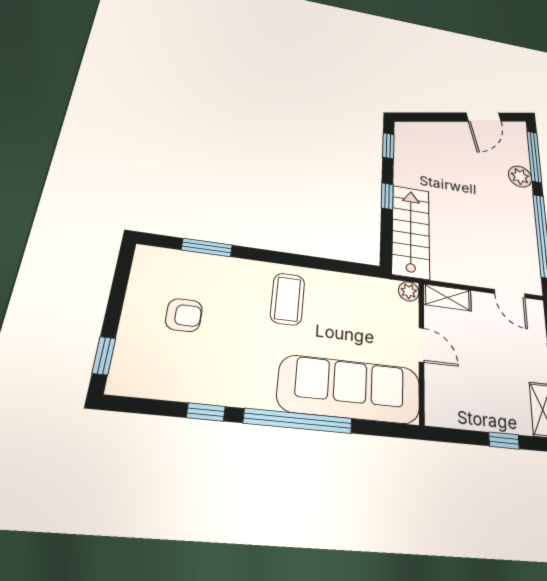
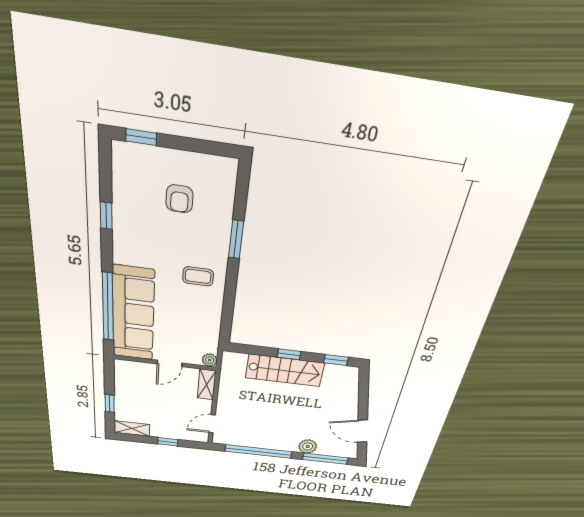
stairs: (411, 231) -> (285, 370), moved
window: (207, 247) -> (236, 239), moved
coffee table: (288, 299) -> (198, 276), width x0.73, depth x0.77
window: (298, 421) -> (108, 307), moved

